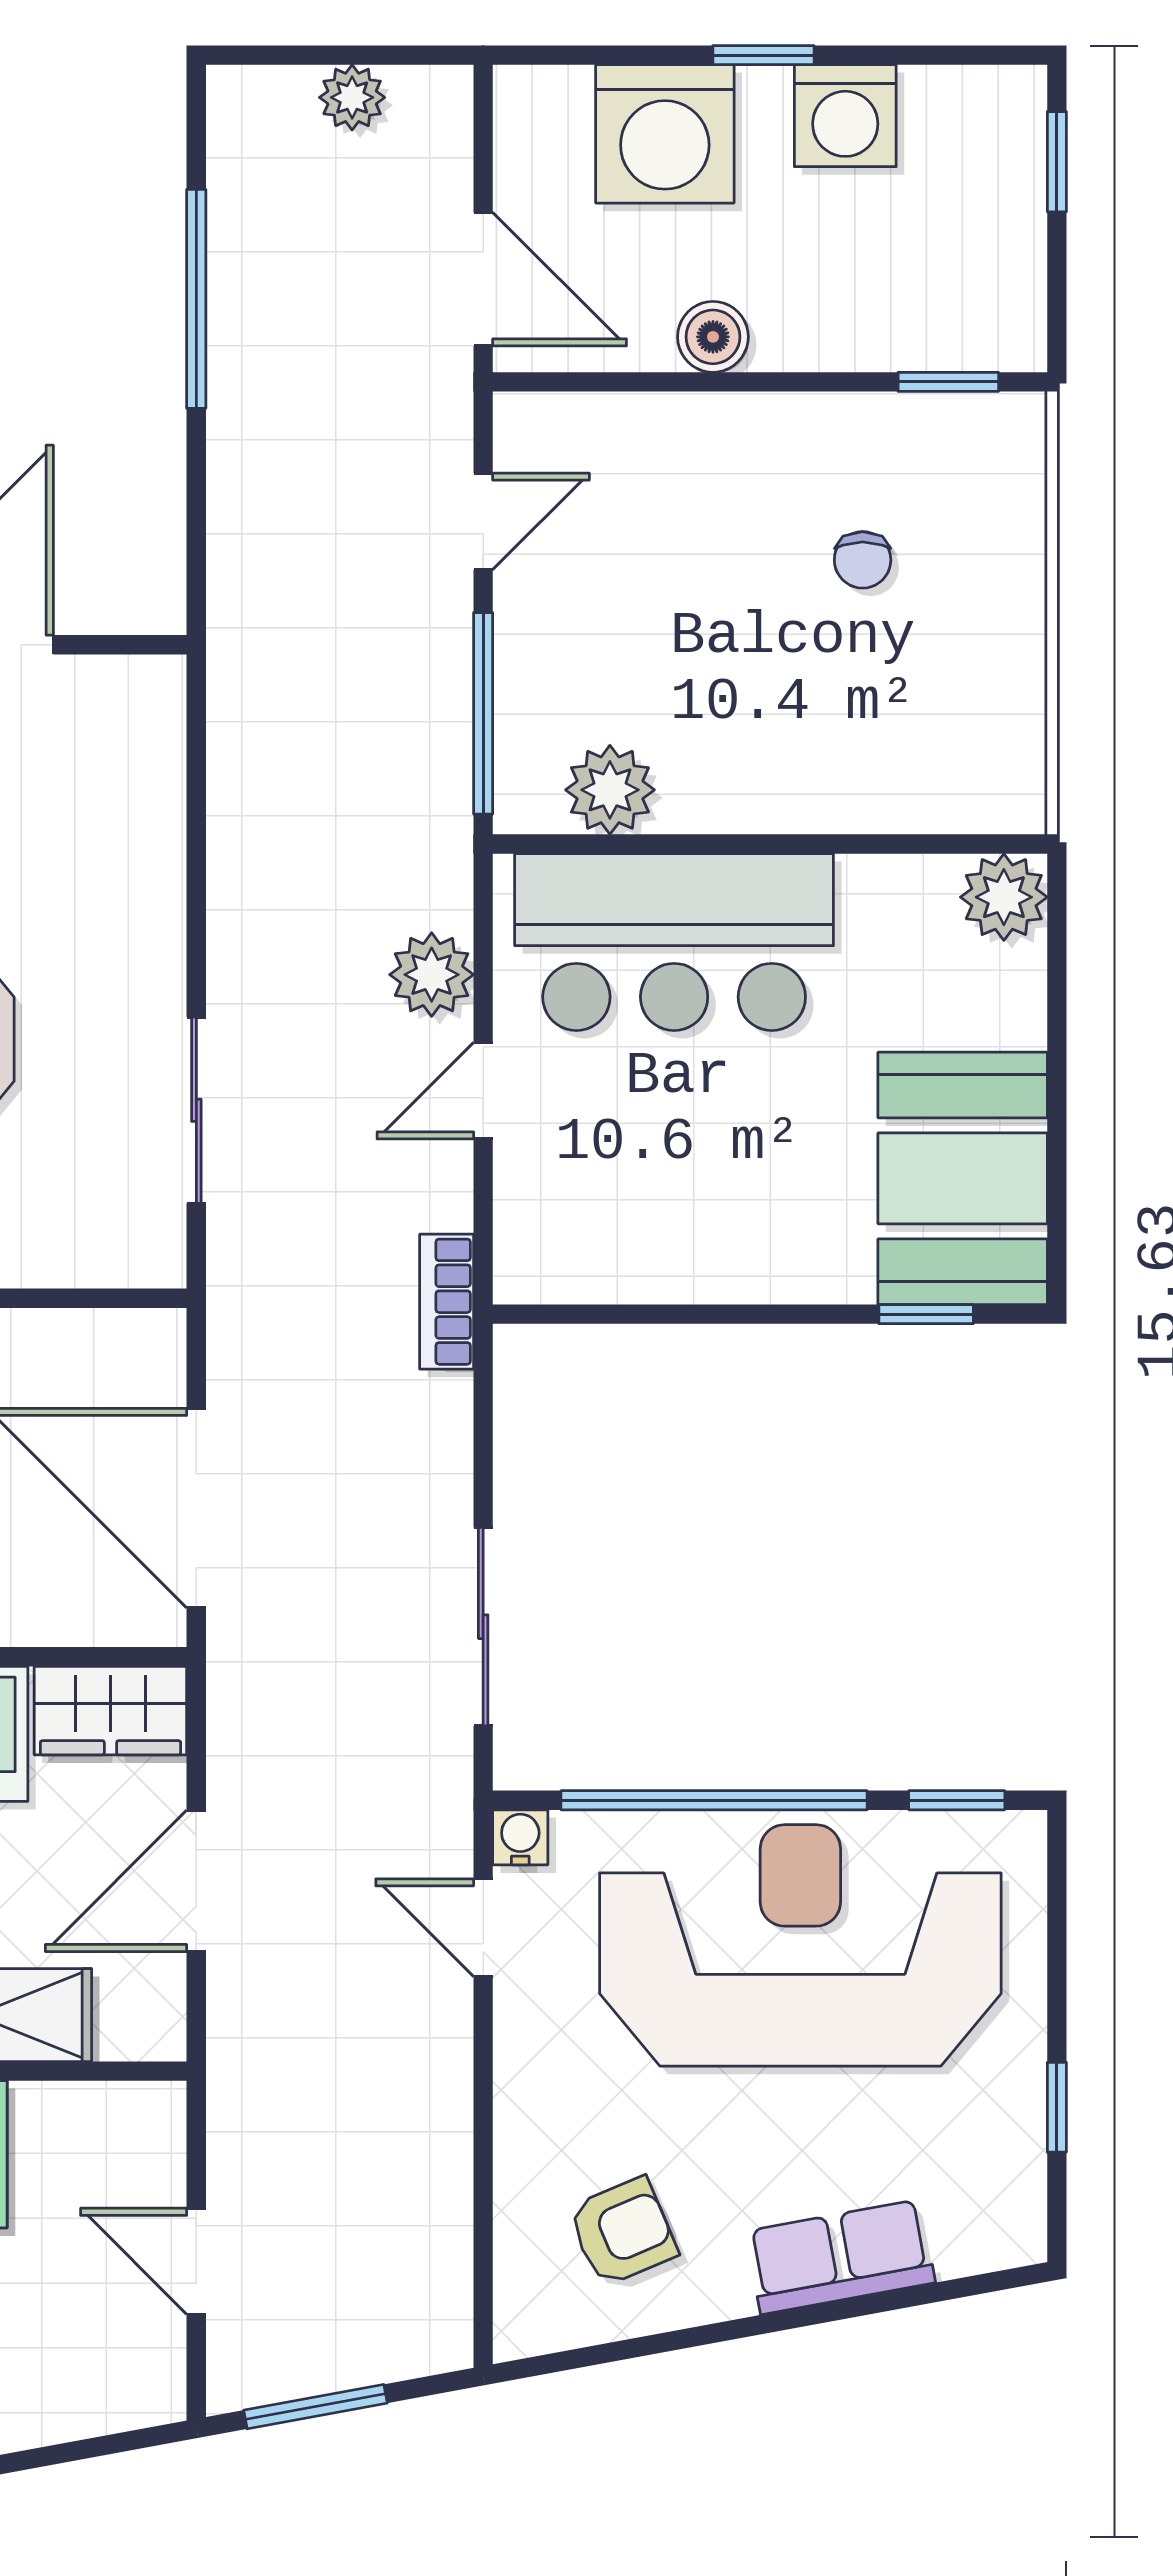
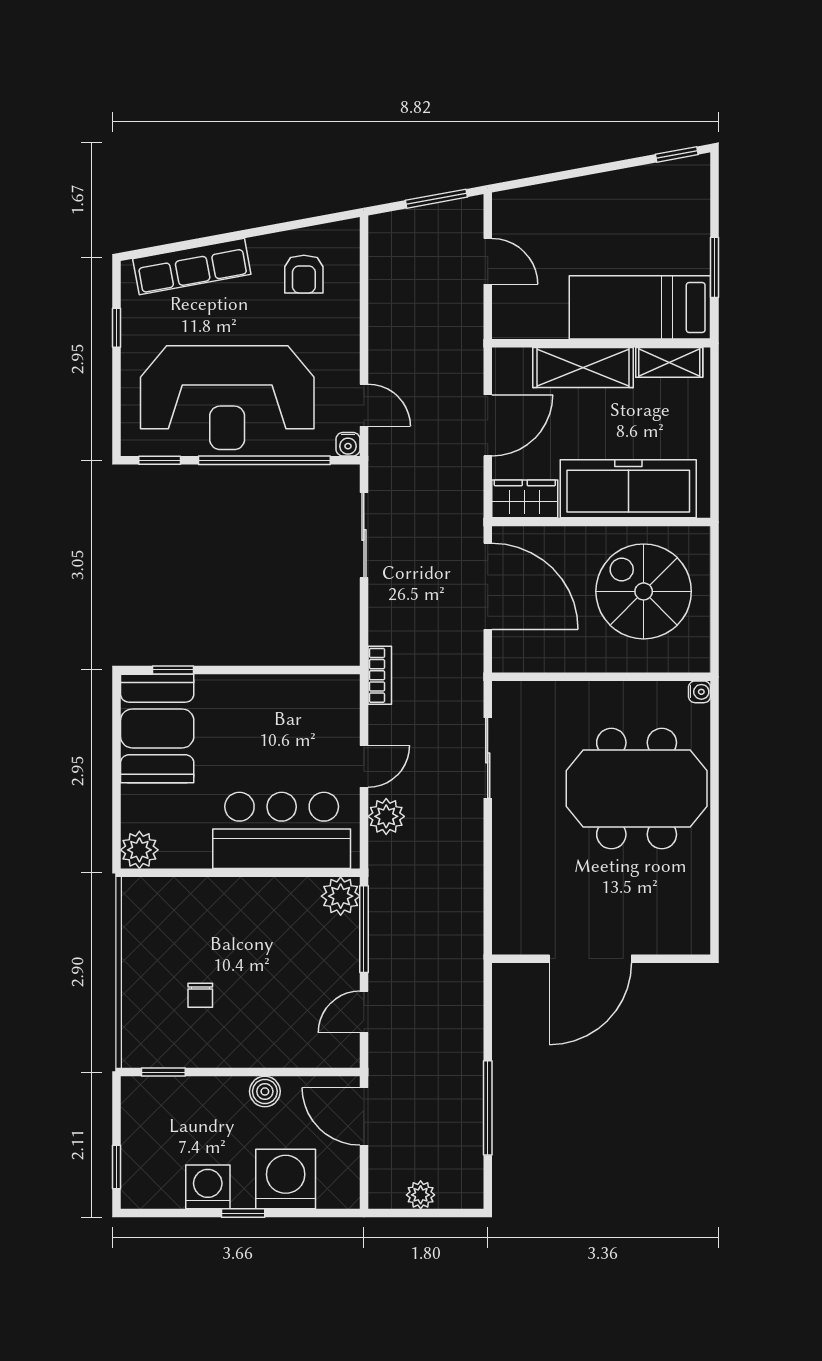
chair: (863, 560) -> (200, 995), turned 180
plant: (610, 790) -> (341, 896), moved
armchair: (623, 2232) -> (304, 274), turned -67
row of seats: (840, 2257) -> (192, 267), width x1.48

